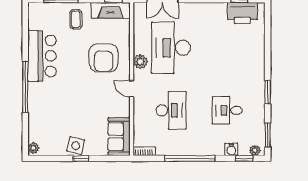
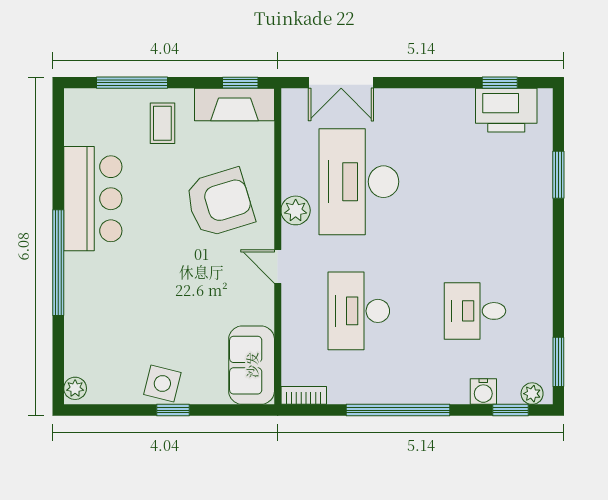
armchair: (104, 58) -> (220, 203), turned -107
window: (268, 92) -> (558, 175), moved
desk: (171, 110) -> (359, 311), turned 180

